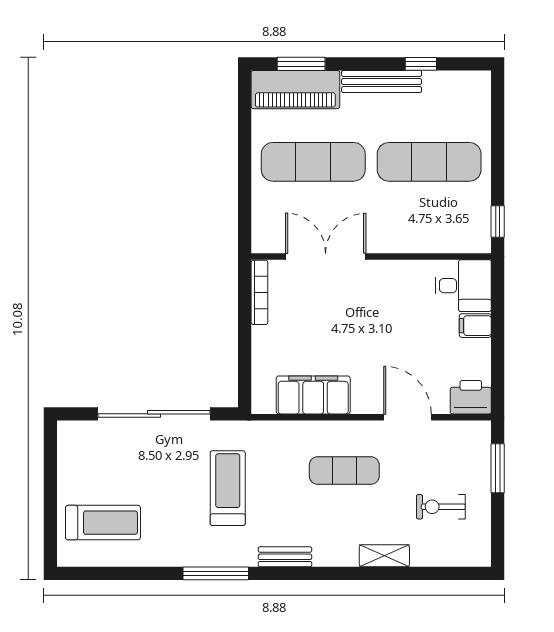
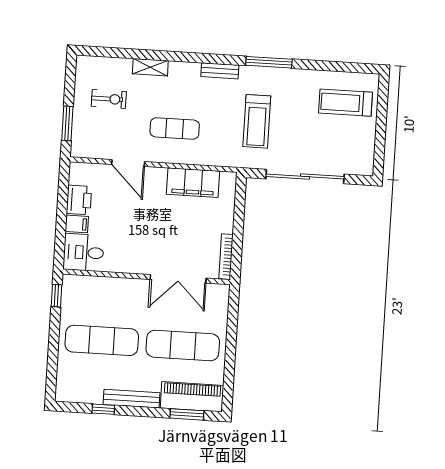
printer: (471, 397) -> (79, 200), moved, turned -90

